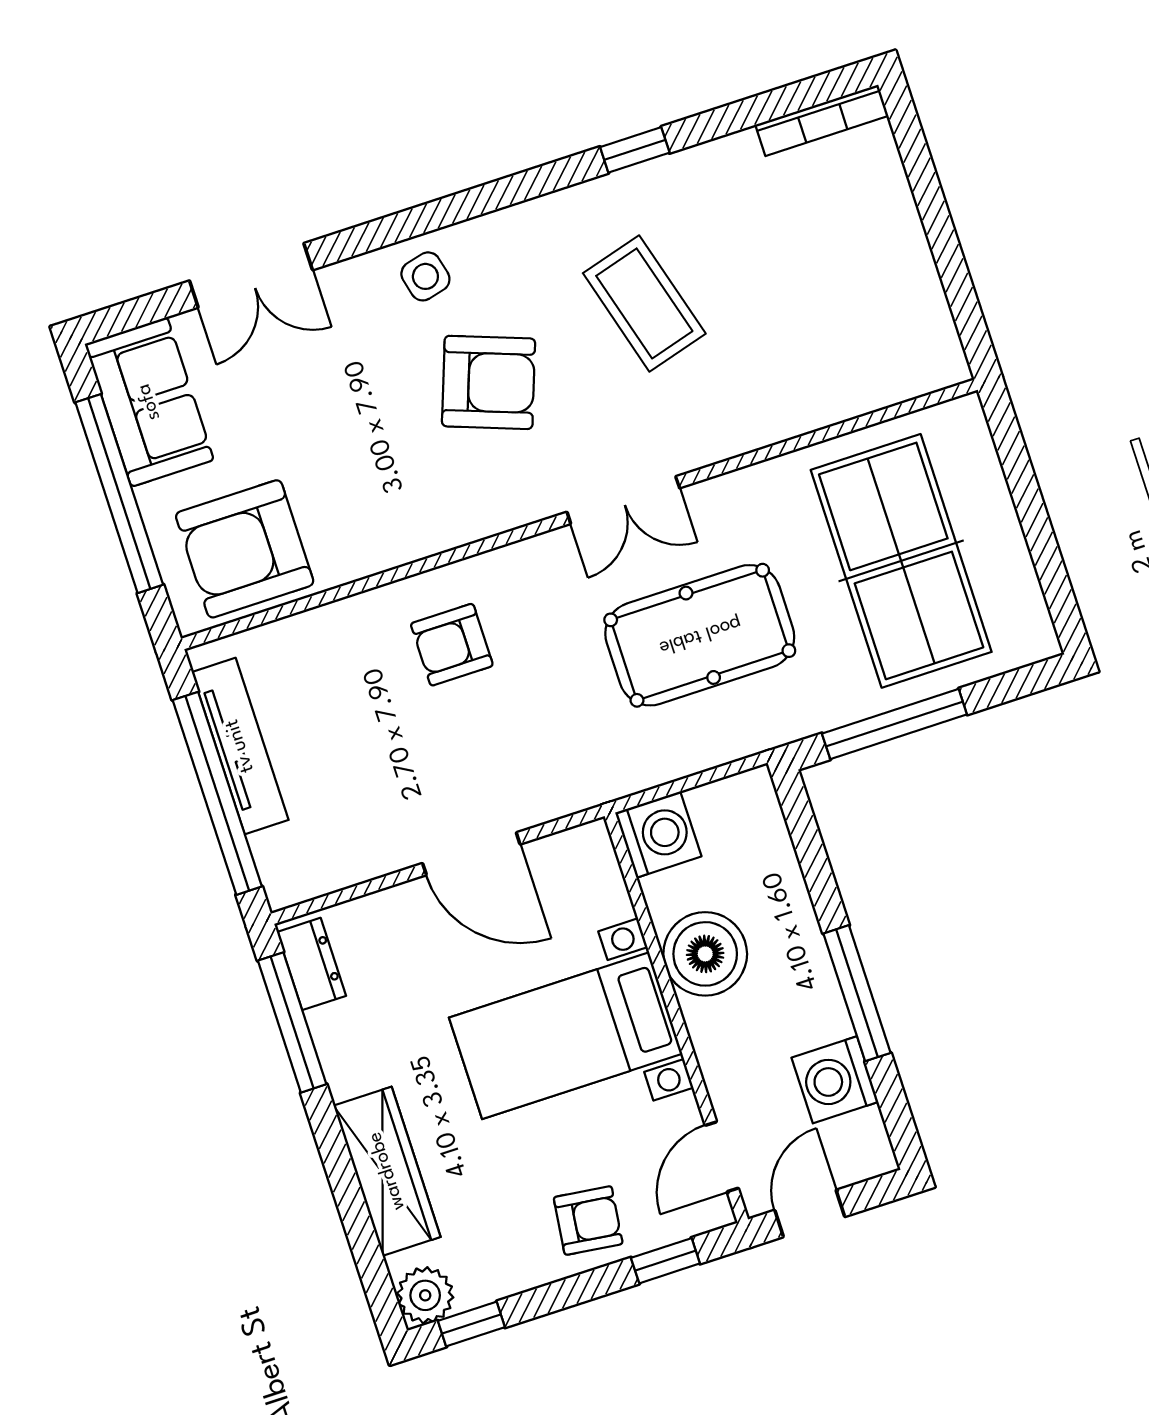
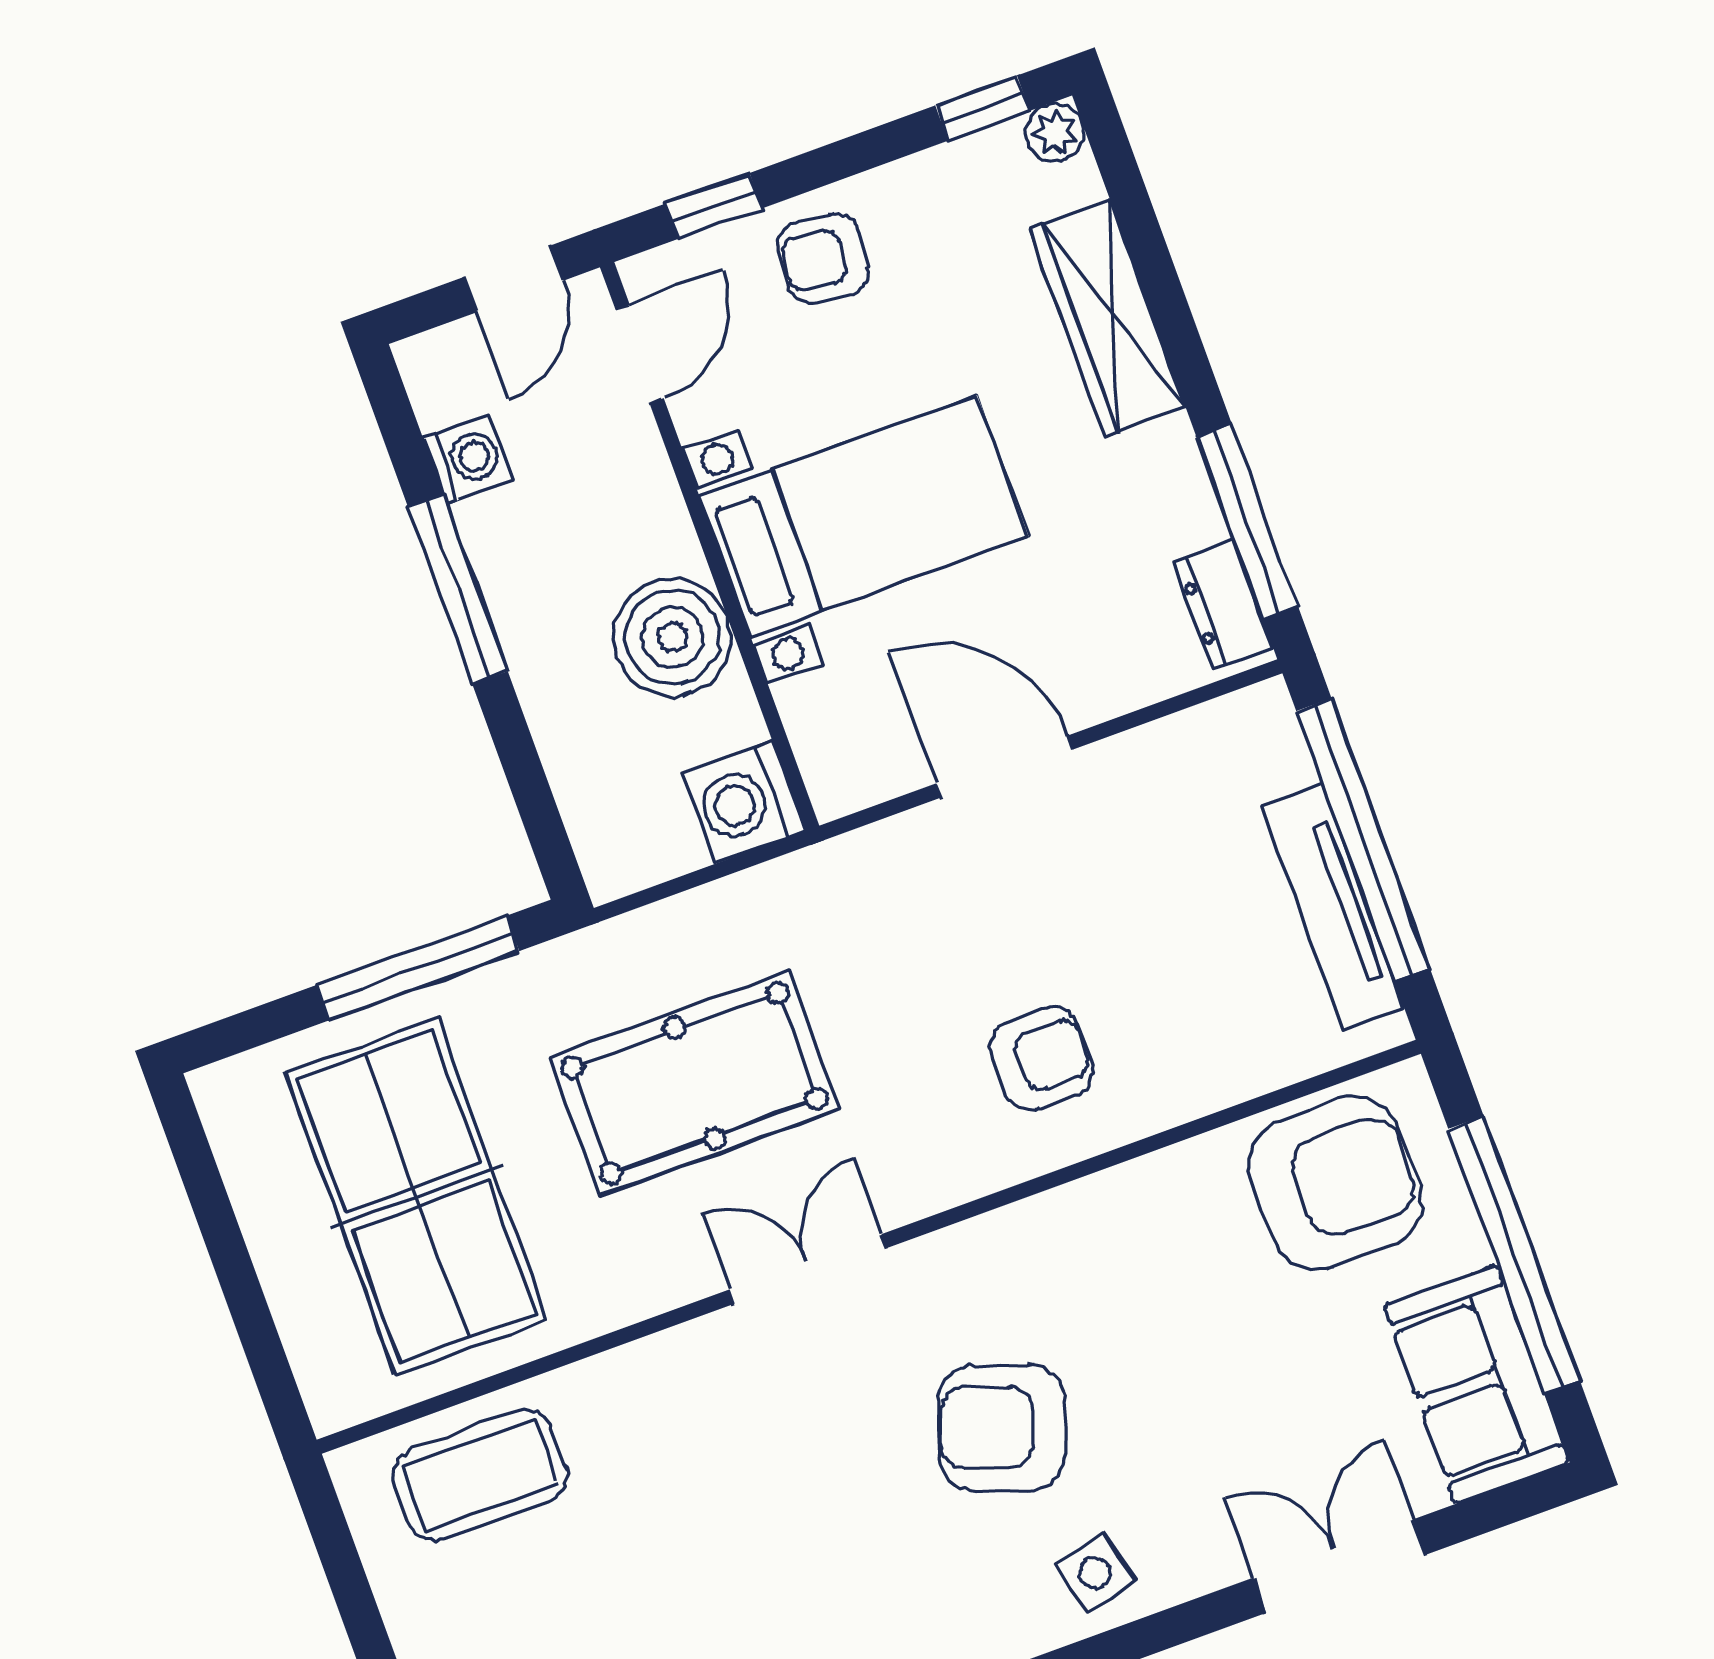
coffee table: (644, 303) -> (480, 1475), moved, turned -74
washing machine: (835, 1080) -> (468, 459), width x0.73, depth x0.73
plant: (425, 1295) -> (1055, 132), width x0.73, depth x0.73

